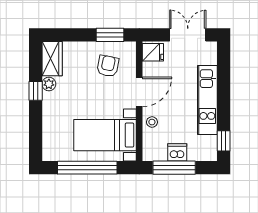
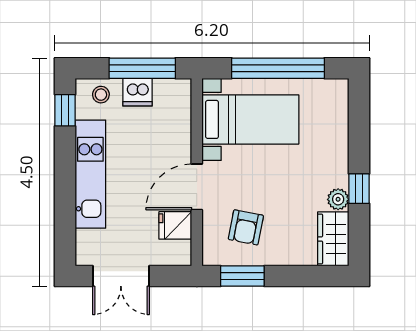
fridge: (153, 52) -> (175, 225), moved
stool: (152, 122) -> (101, 95), moved

